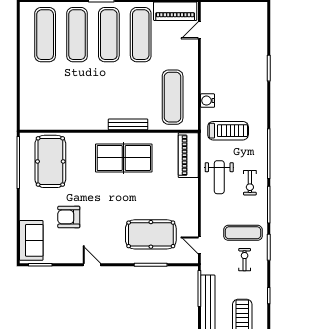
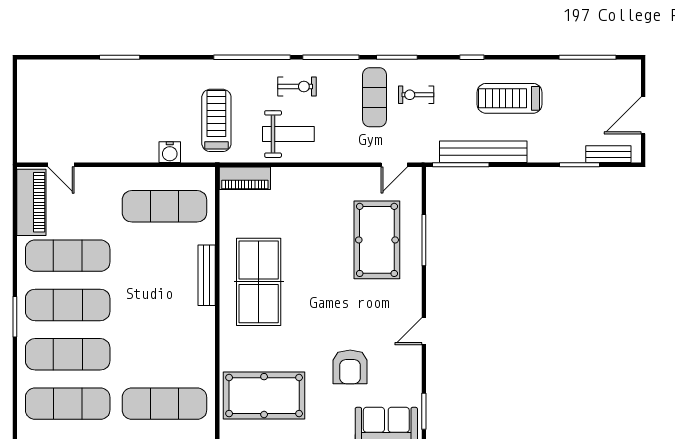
exercise mat: (45, 97) -> (164, 404), added
piano: (188, 155) -> (245, 178), width x0.73, depth x0.75

